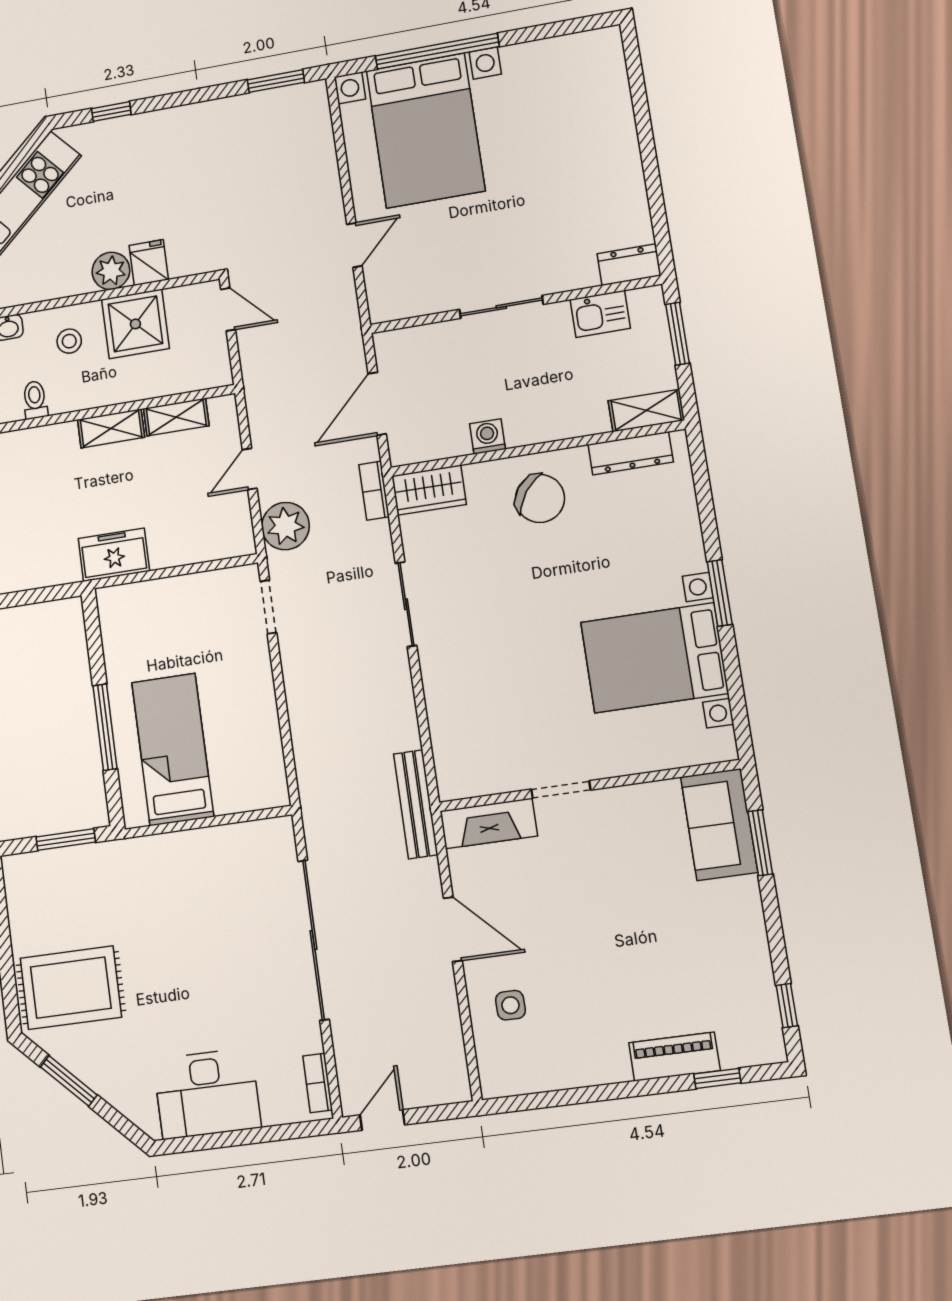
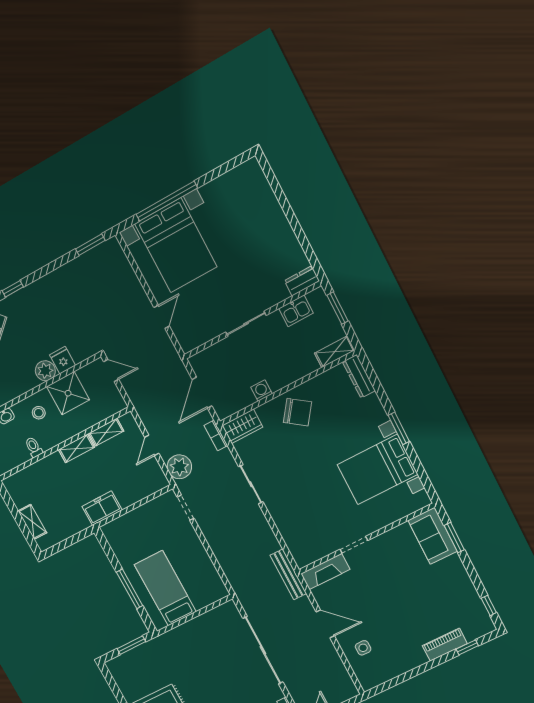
dresser: (631, 453) -> (359, 376), moved, turned 90

